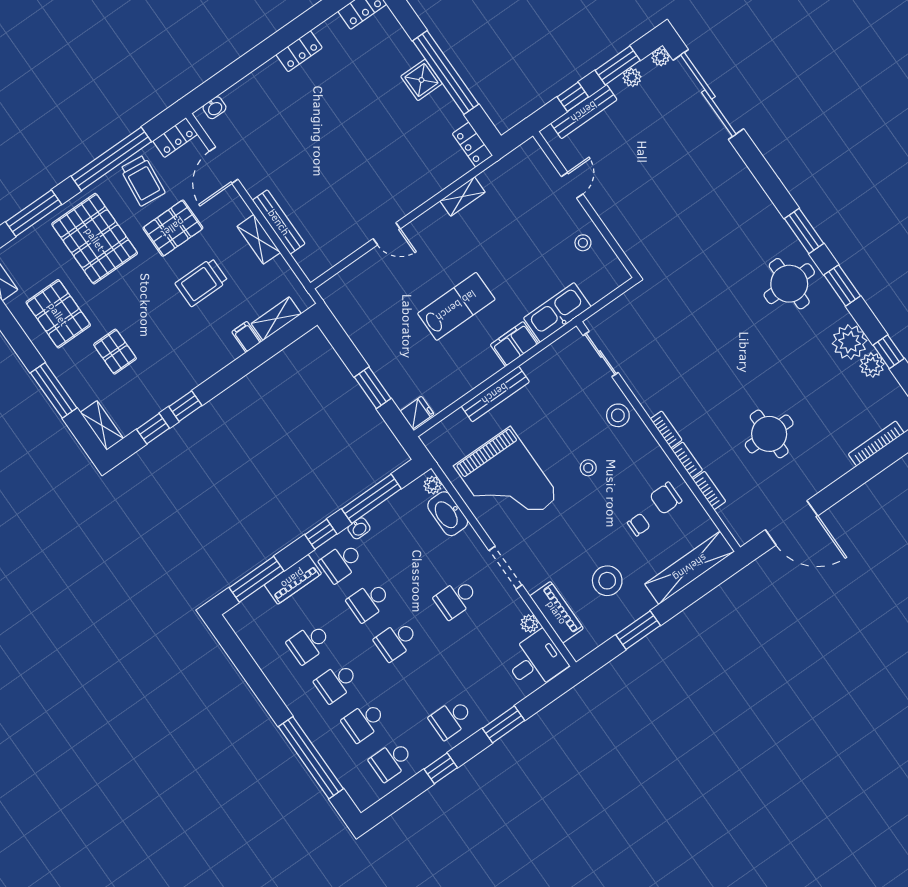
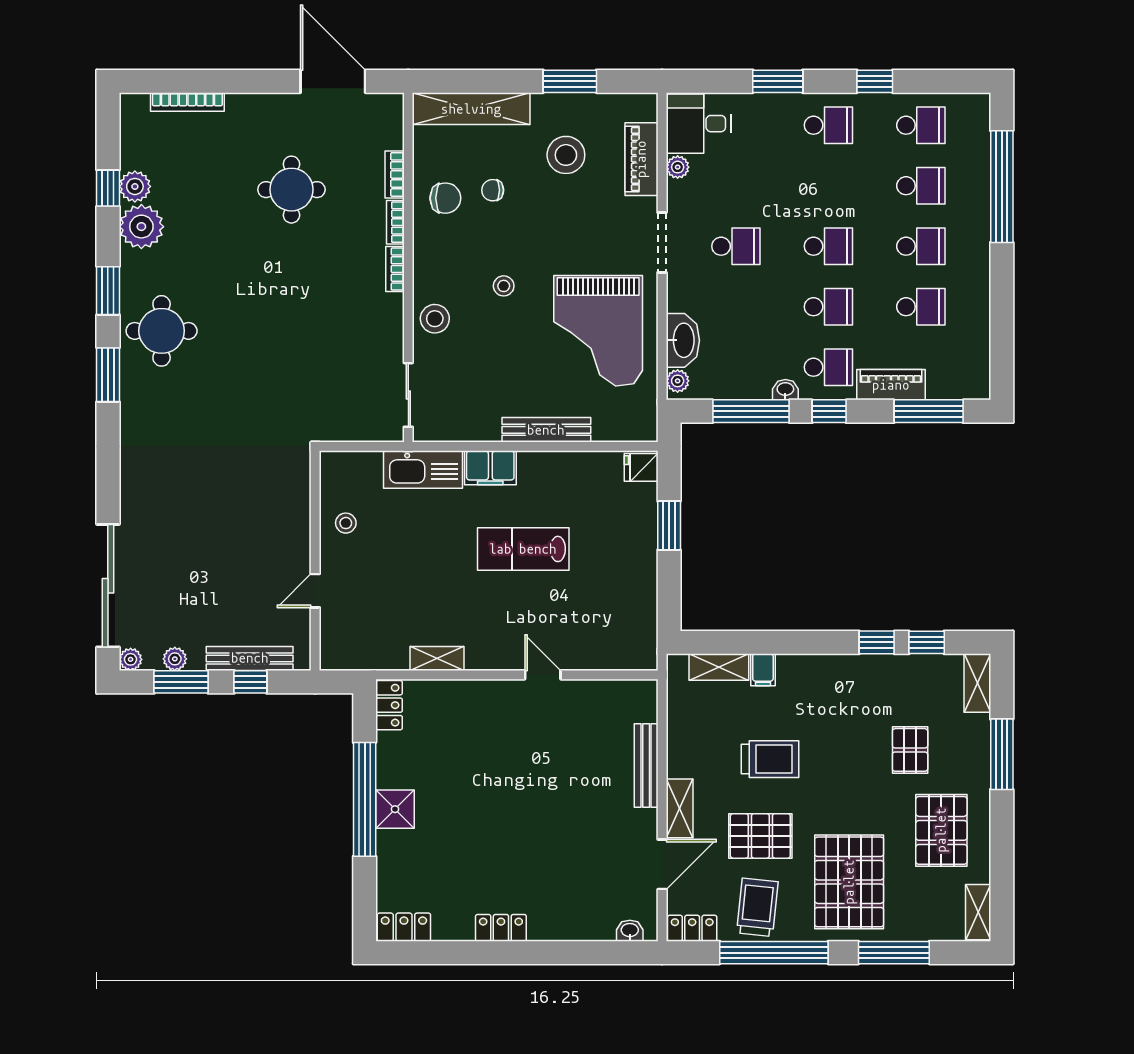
shelving: (259, 239) -> (680, 808), moved
grand piano: (507, 482) -> (598, 331), turned 180

